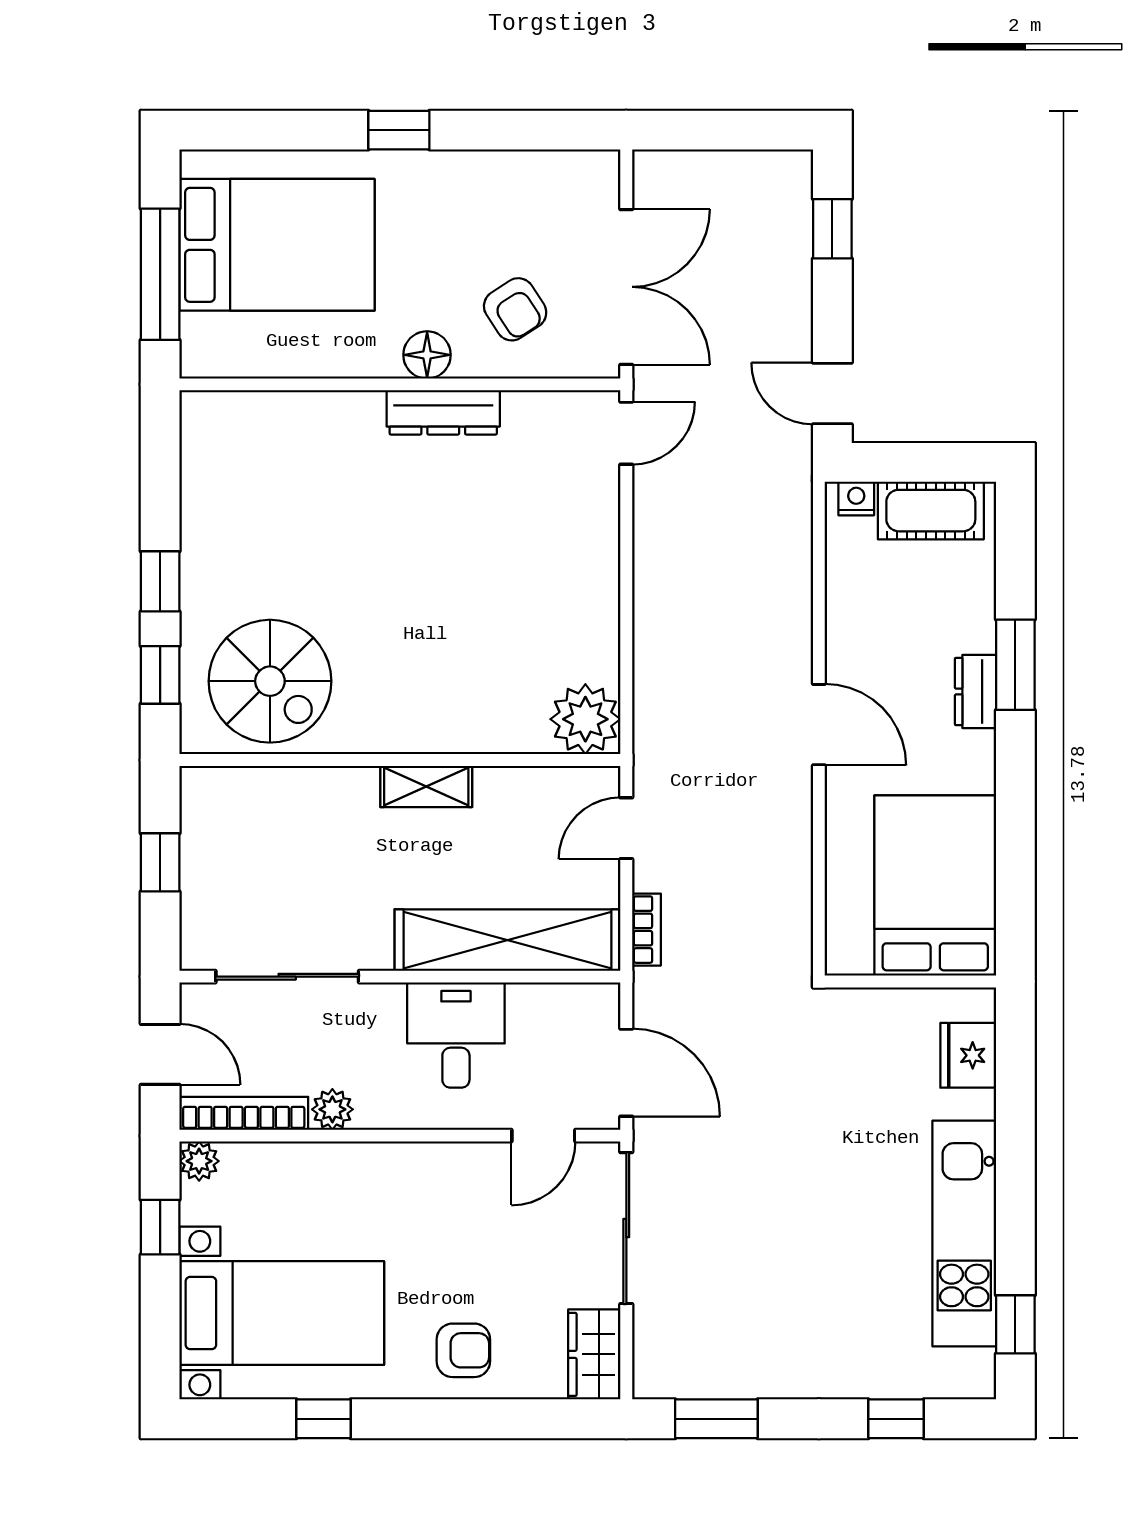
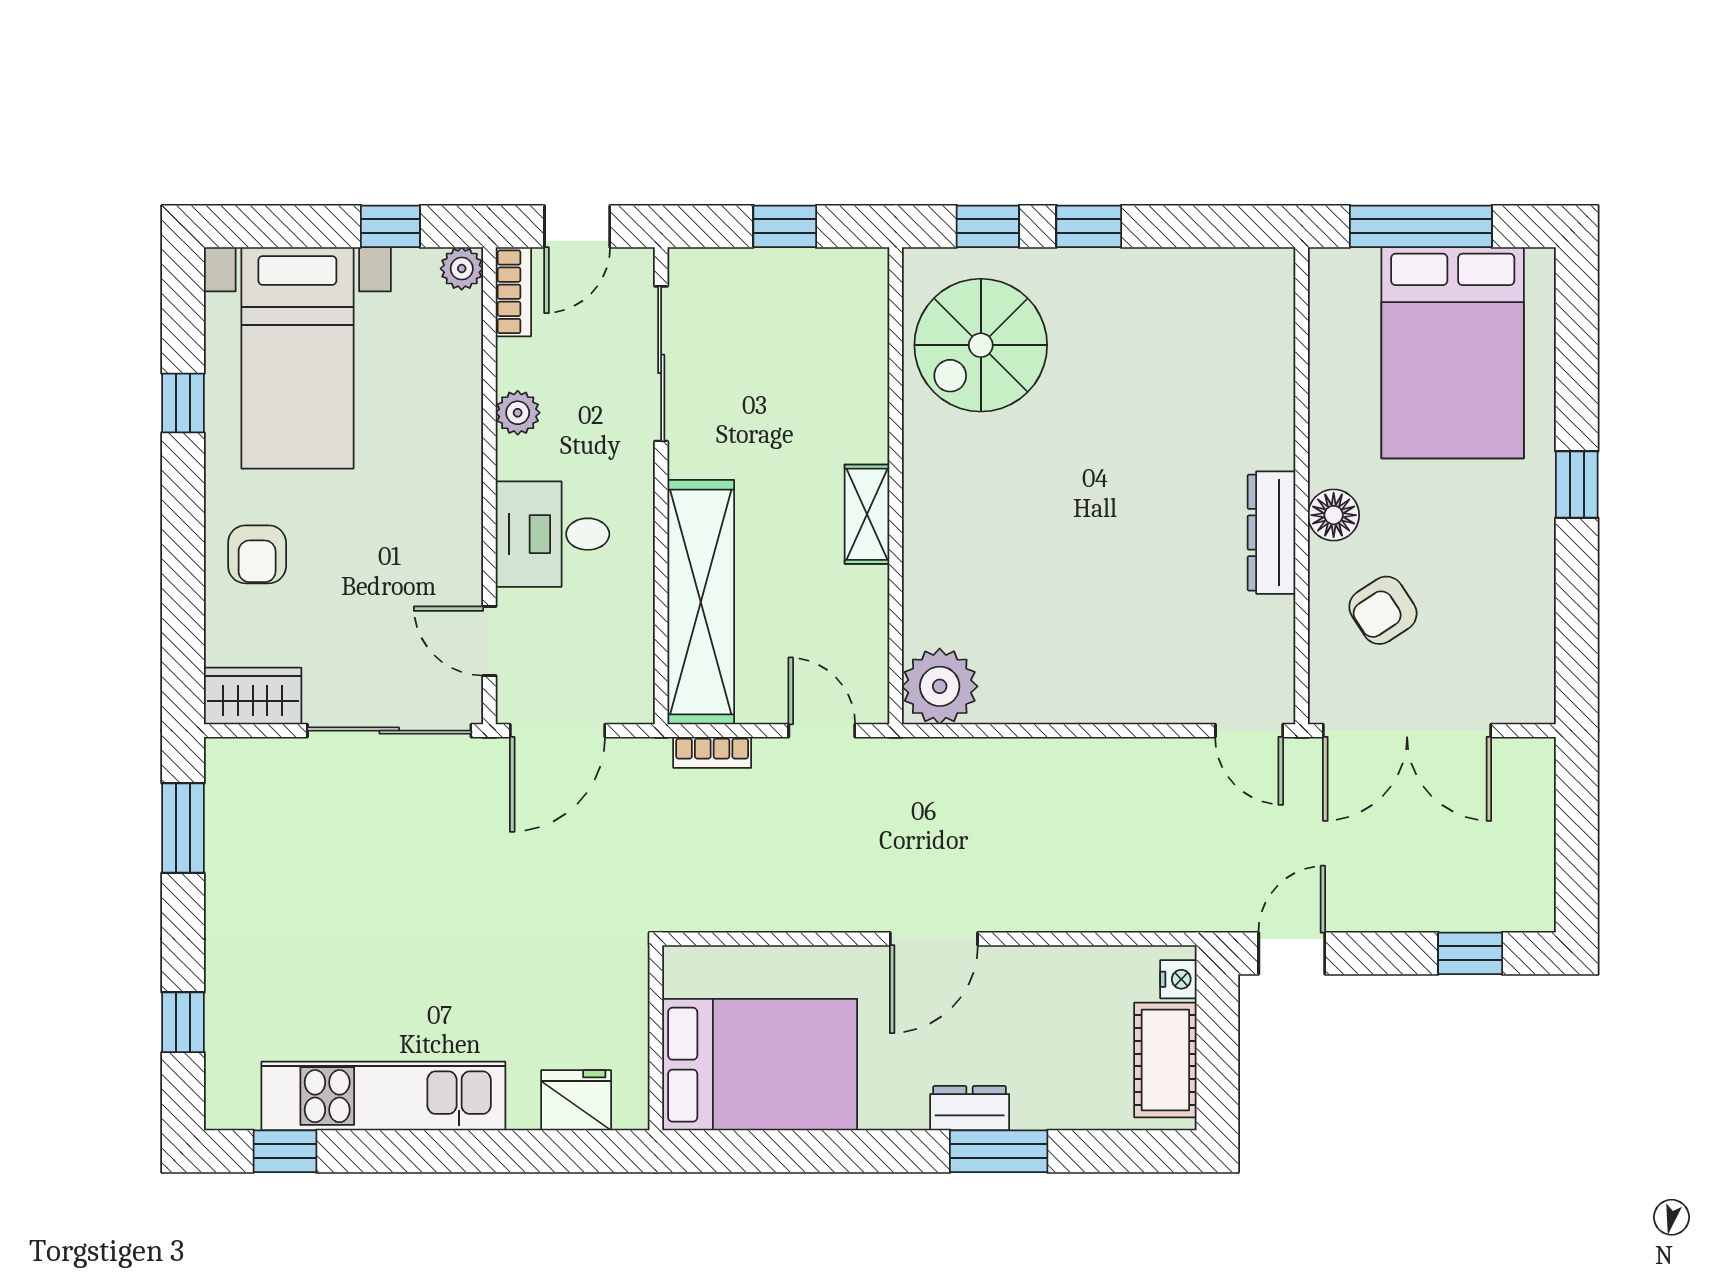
desk: (456, 1035) -> (552, 534), moved, turned 180
bookcase: (244, 1113) -> (513, 292), width x0.64

